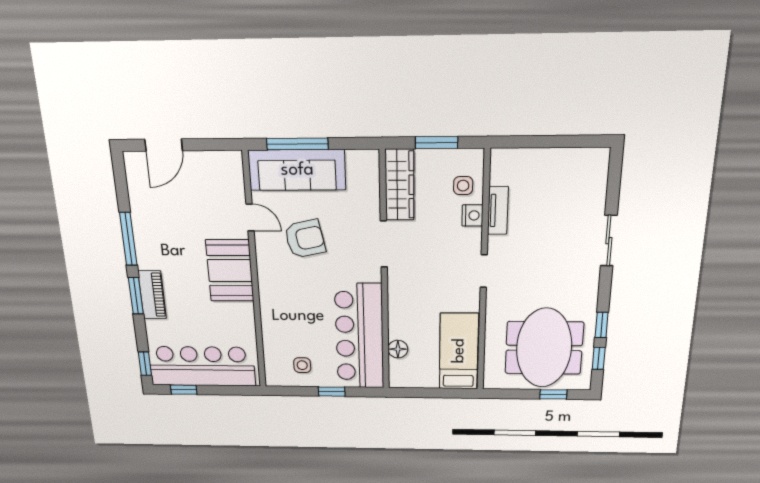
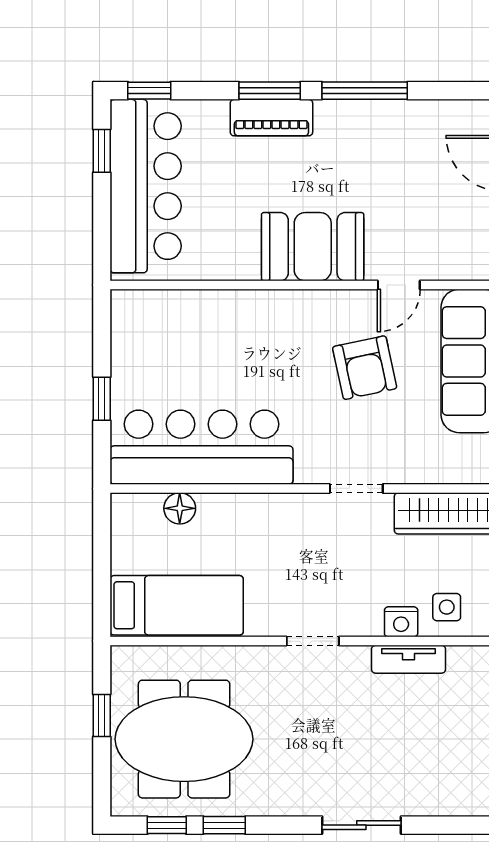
doorway: (384, 244) -> (356, 488), width x0.73
side table: (302, 365) -> (149, 352), removed
window: (553, 394) -> (102, 715), moved

